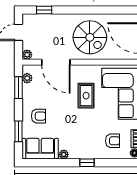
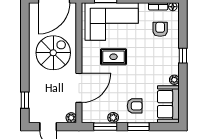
plant: (27, 78) -> (113, 118), moved
armchair: (38, 116) -> (135, 106), turned 90
window: (18, 131) -> (138, 127), moved

